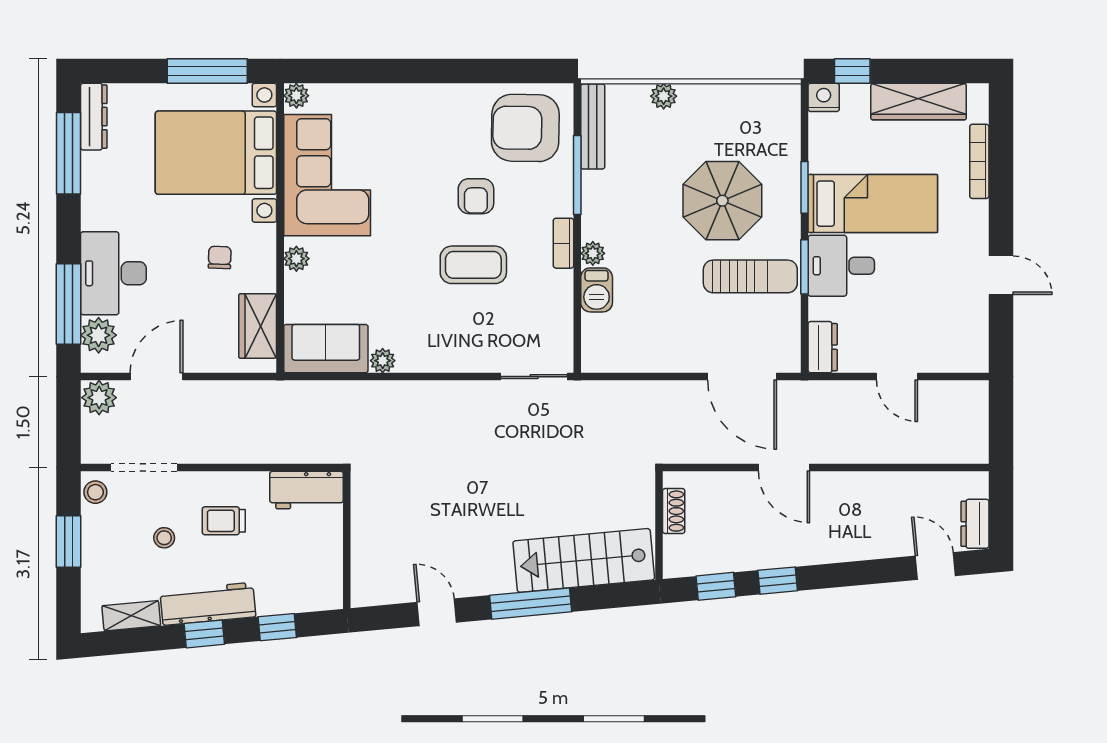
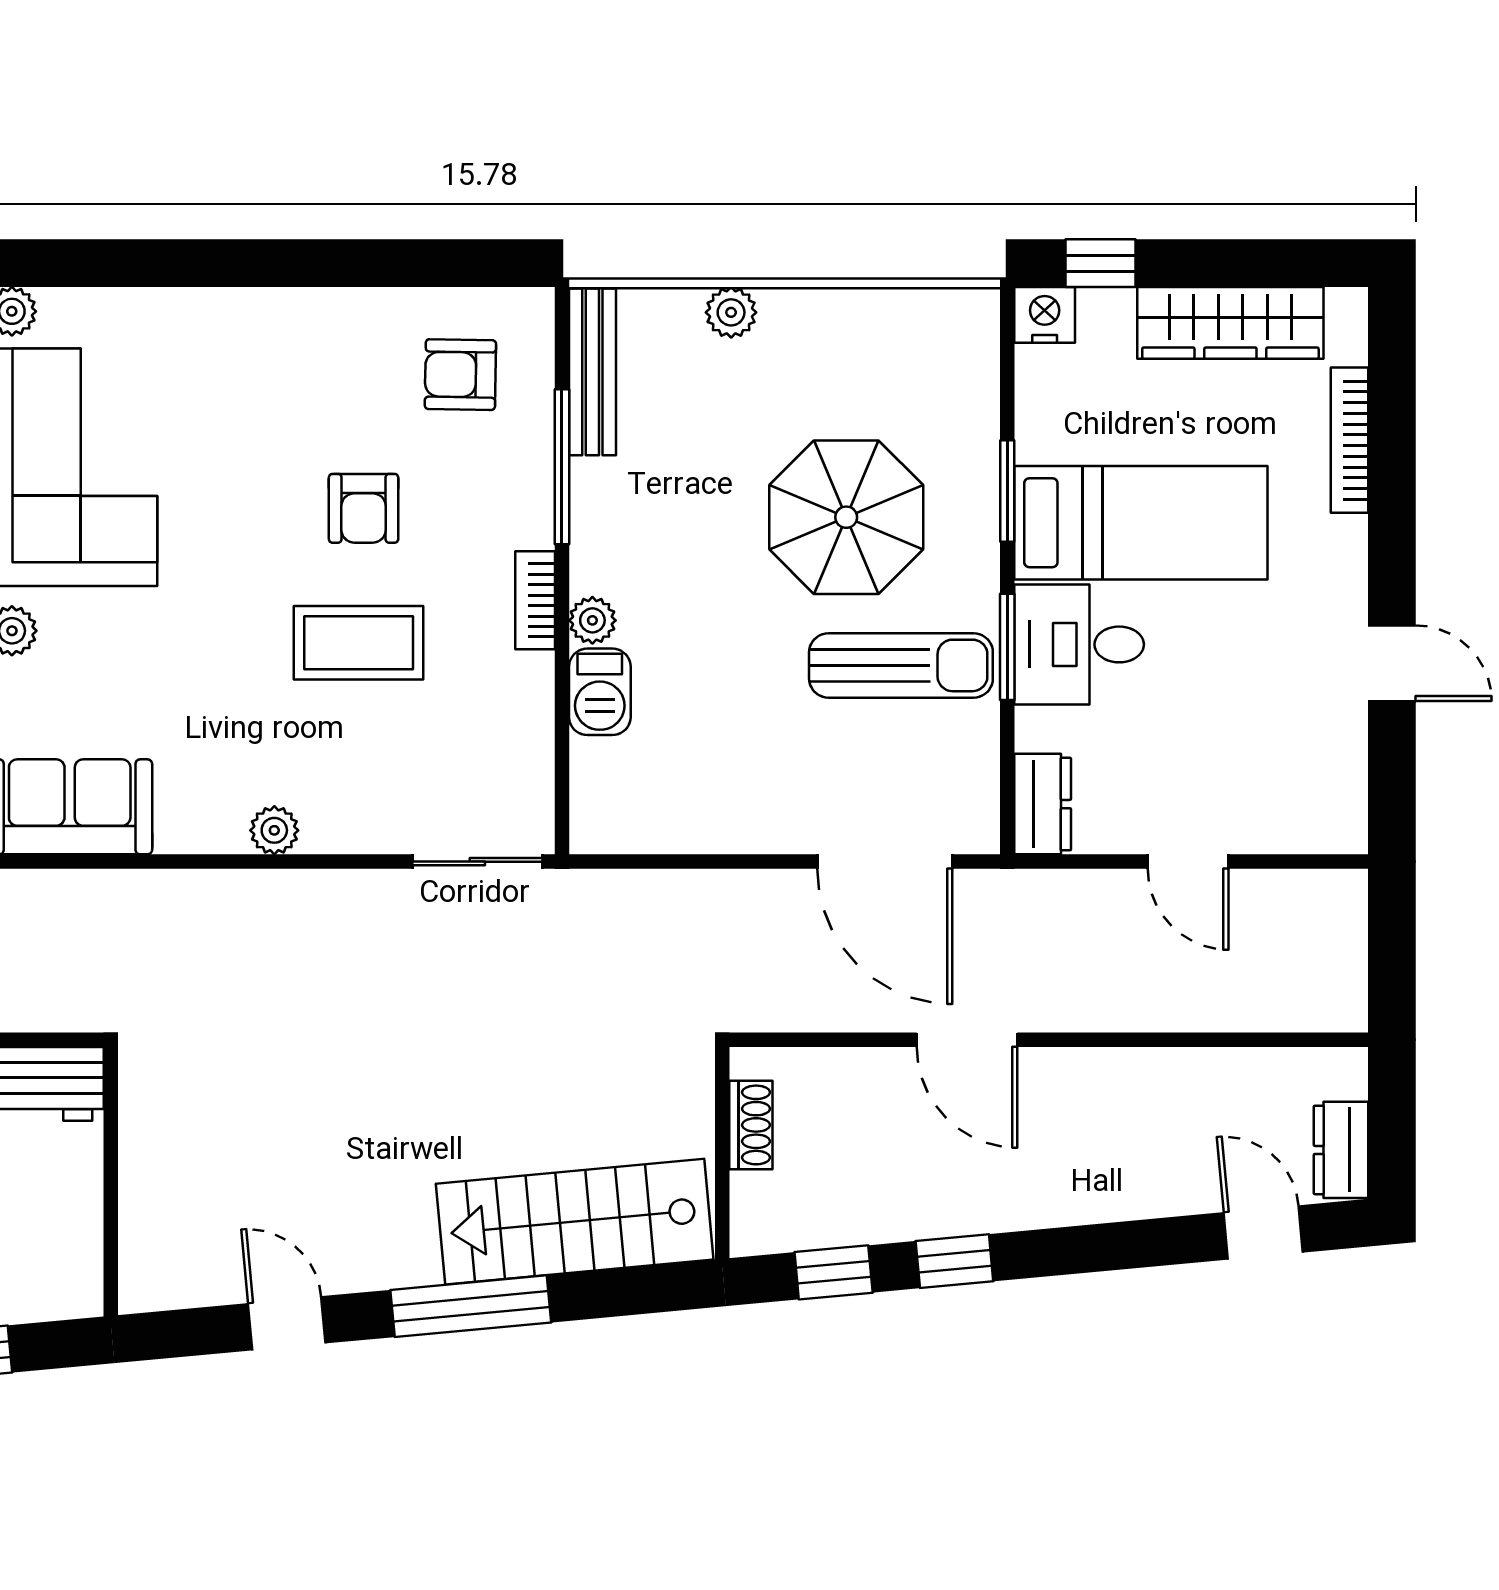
armchair: (525, 128) -> (460, 375), width x0.53, depth x0.53
plant: (383, 361) -> (274, 830), moved

